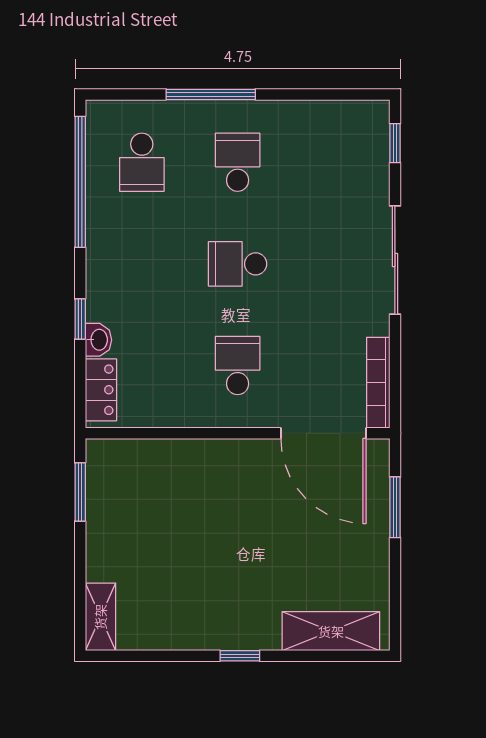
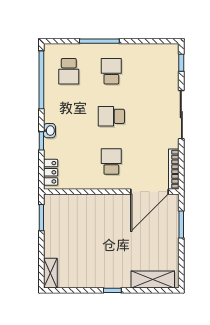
washbasin: (98, 340) -> (50, 131), moved
door: (323, 433) -> (149, 192), hinge flipped

